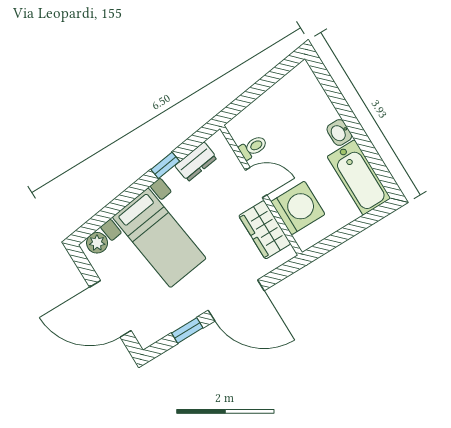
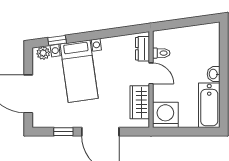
dresser: (196, 162) -> (143, 49), moved, turned 98
window: (165, 165) -> (57, 40), moved
washing machine: (298, 208) -> (165, 115), moved, turned -90

